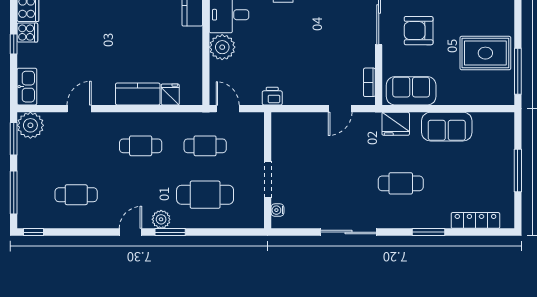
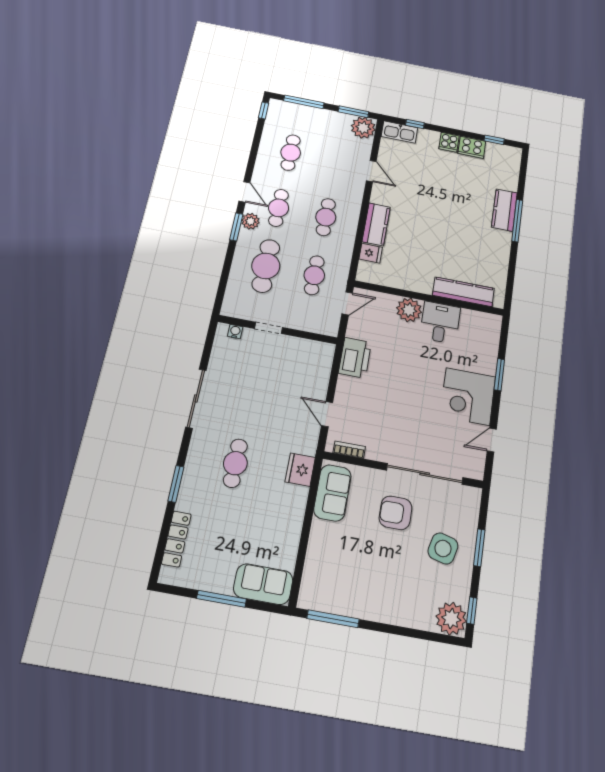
armchair: (419, 31) -> (396, 513), turned -90
window: (14, 44) -> (415, 124), moved
rug: (485, 53) -> (359, 584), removed
printer: (272, 96) -> (355, 358), width x1.87, depth x1.48
sofa: (447, 127) -> (263, 584), moved, turned 90
doorway: (268, 179) -> (269, 328), width x0.73
cafe table: (141, 195) -> (279, 208), added

